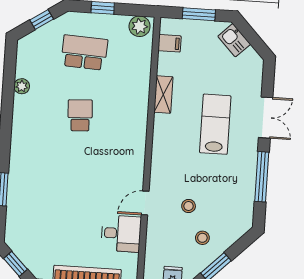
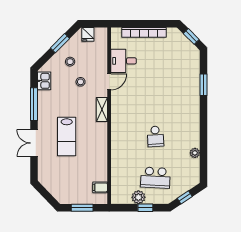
plant: (140, 26) -> (138, 197), moved
kitchen sink: (234, 40) -> (44, 81), moved, turned 44
shelving: (163, 95) -> (102, 110), moved

